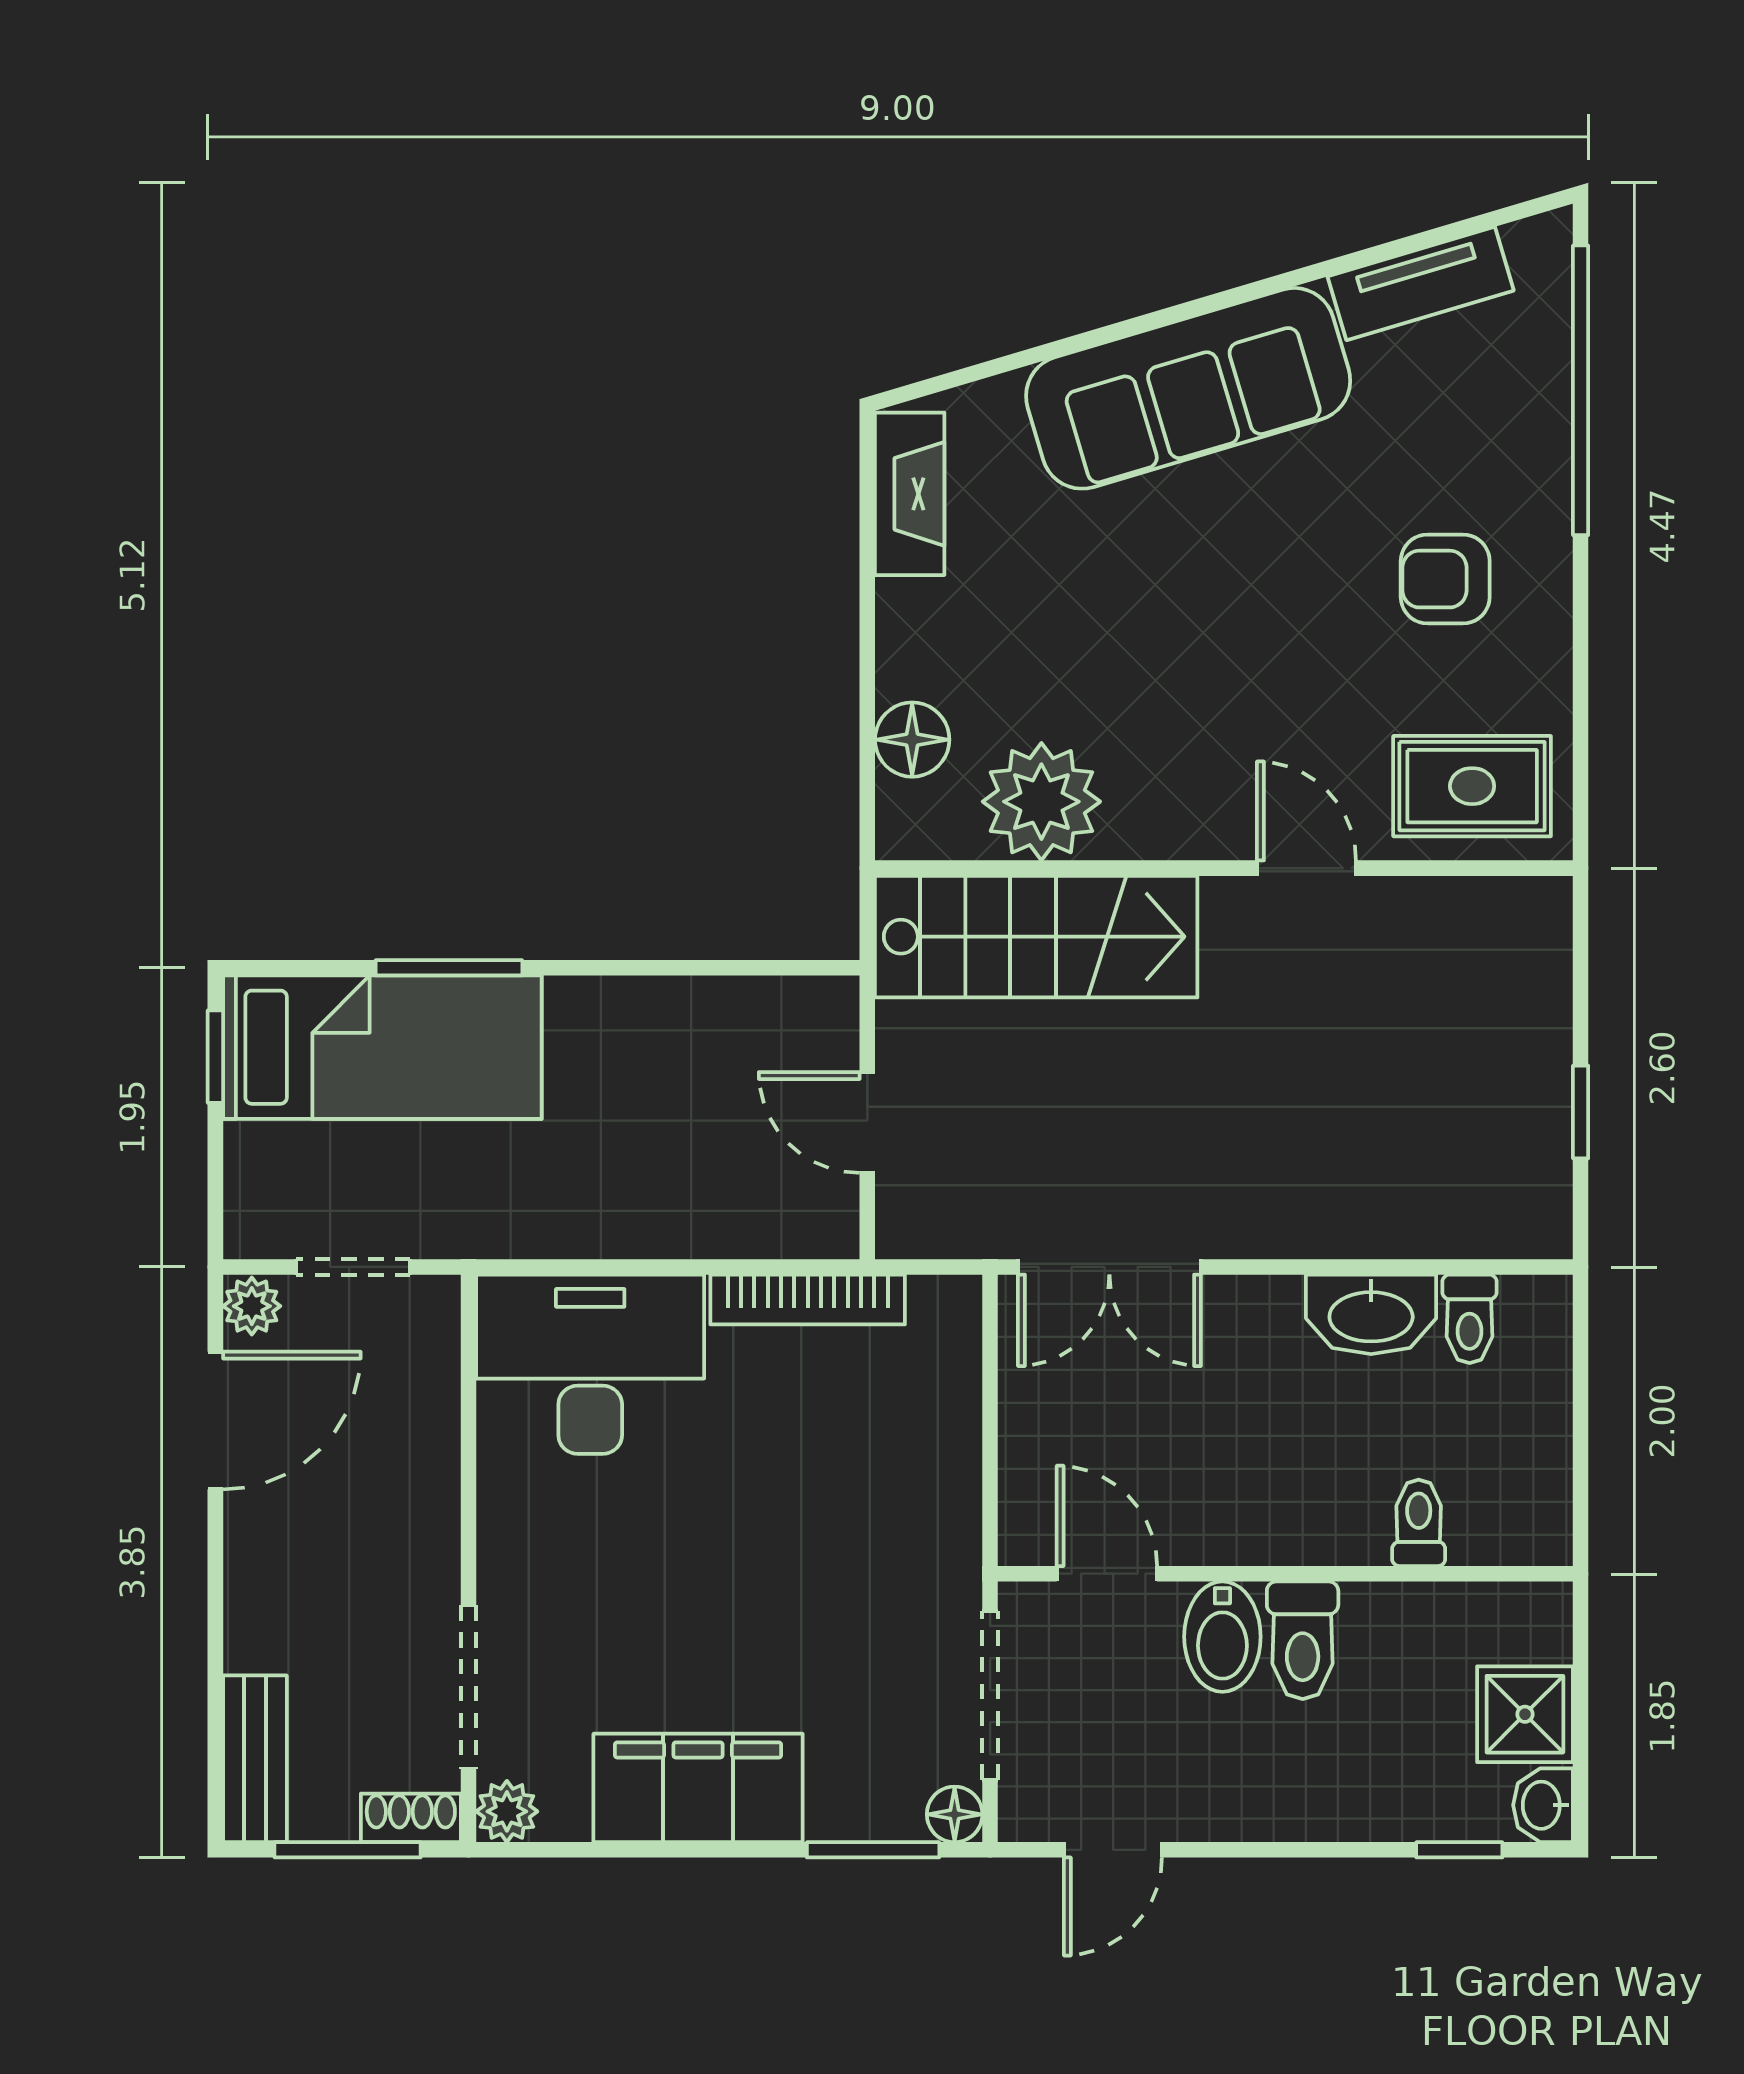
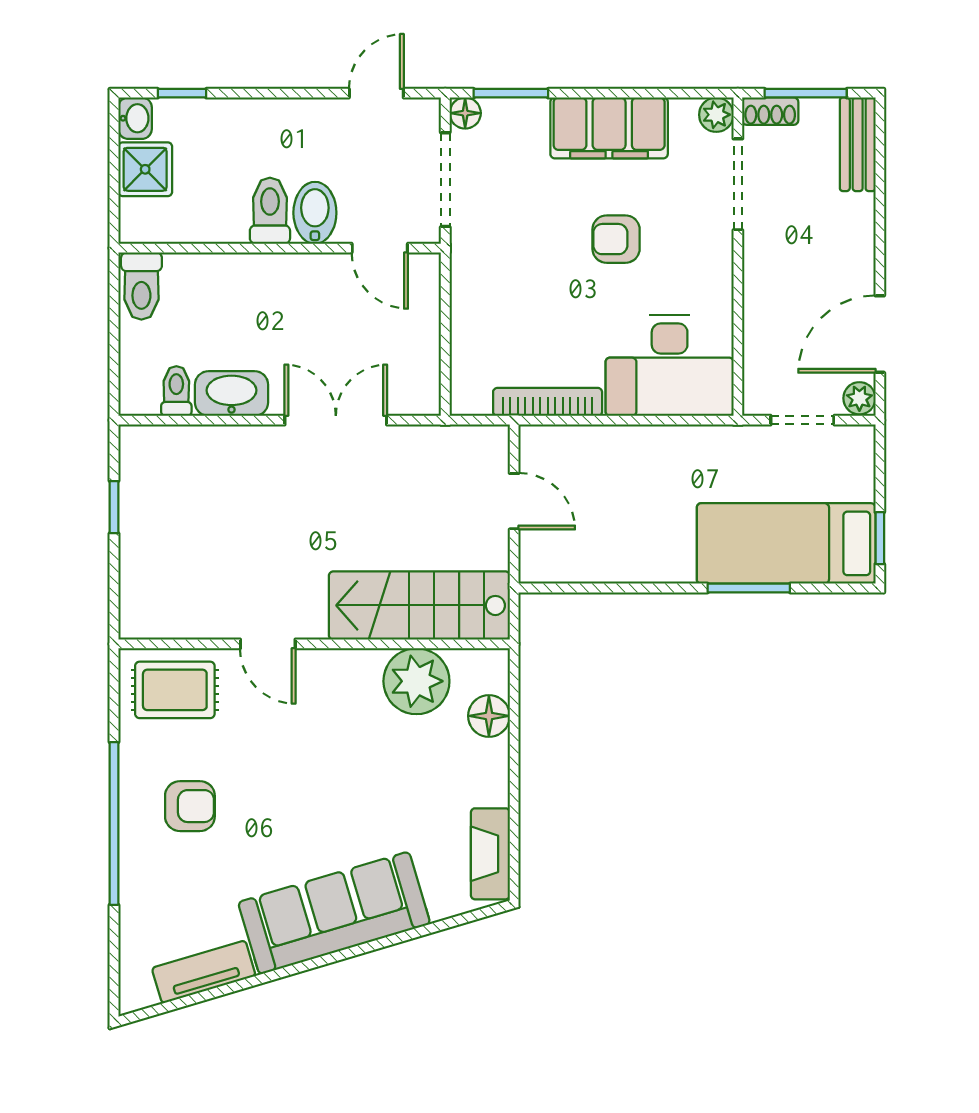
window: (1581, 390) -> (114, 824), moved
double door: (1109, 1267) -> (336, 420), moved
toilet: (1419, 1523) -> (141, 286), moved, width x1.37, depth x1.39
armchair: (686, 1590) -> (616, 239), added

